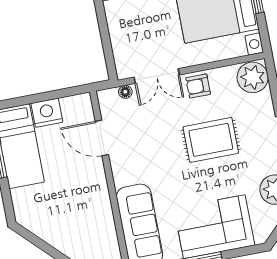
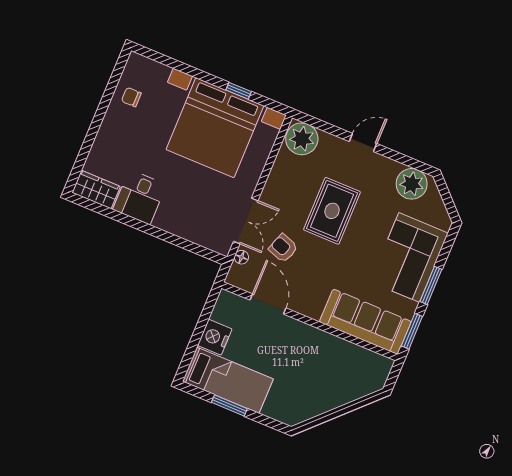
armchair: (198, 86) -> (283, 248), moved, turned 109
door: (102, 138) -> (268, 304), swing flipped

